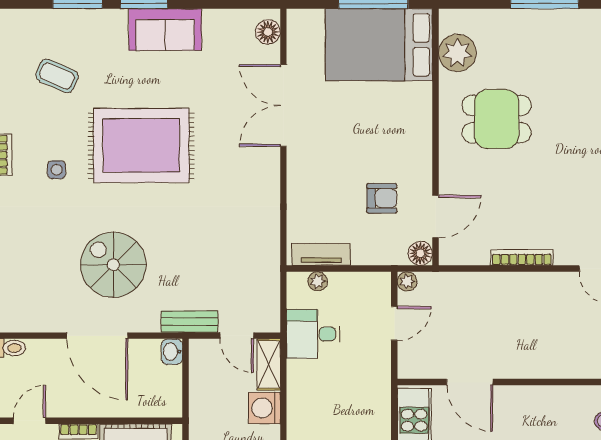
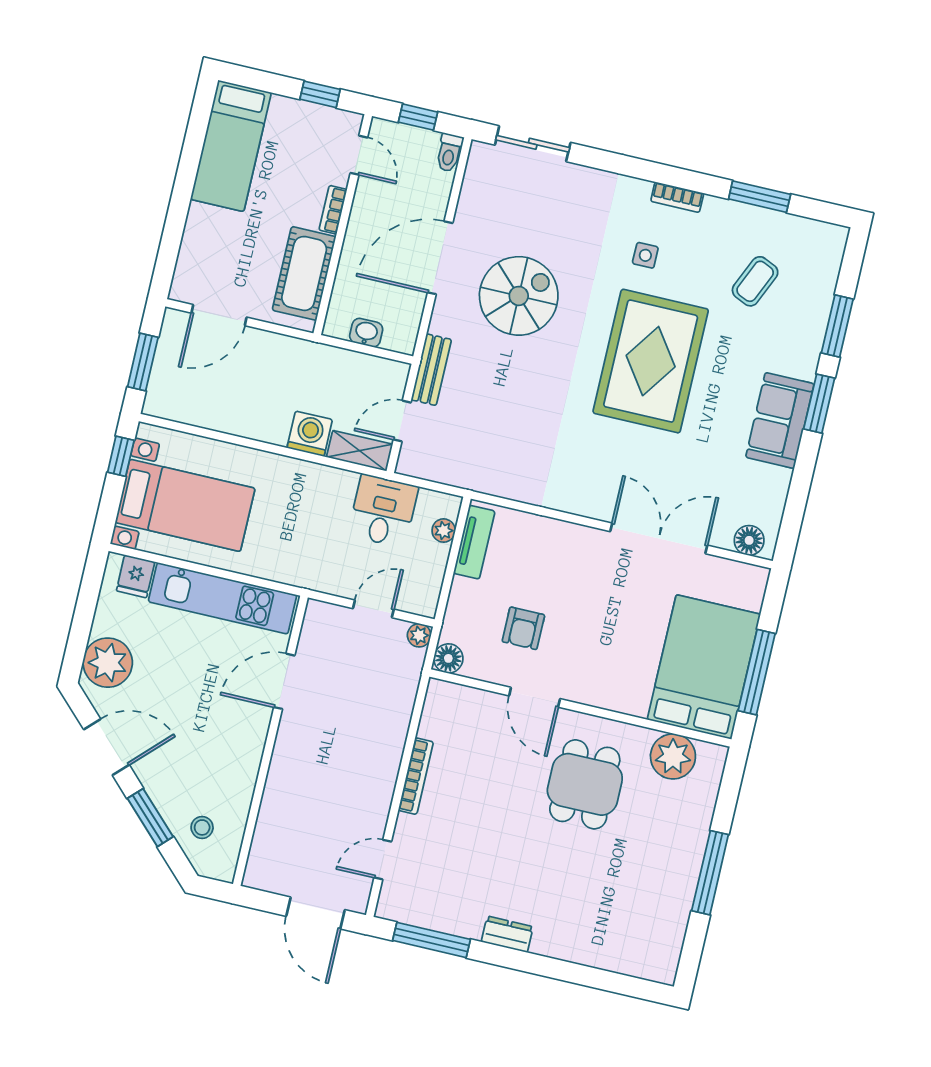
door: (436, 217) -> (535, 697), moved
door: (394, 323) -> (373, 609), swing flipped
washbasin: (172, 352) -> (366, 333), moved

